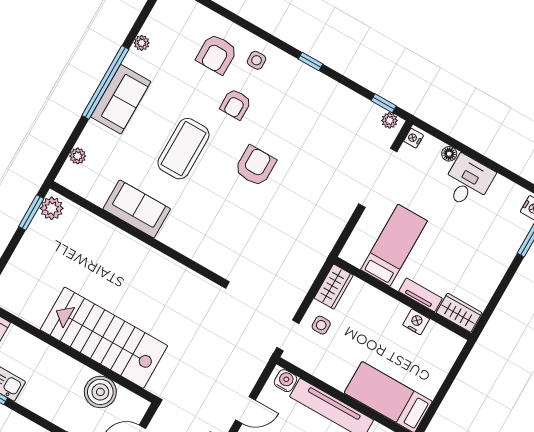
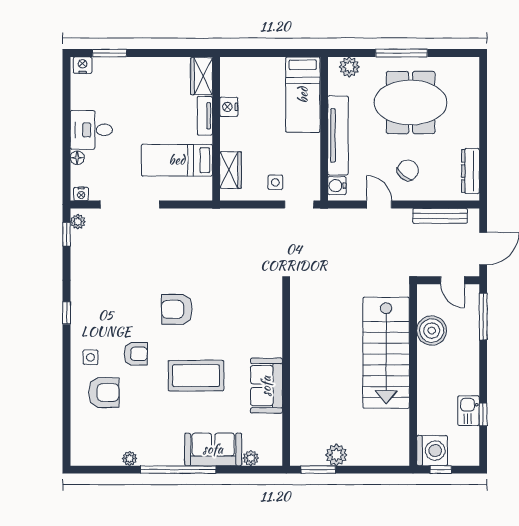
sofa: (121, 99) -> (213, 449), moved
plant: (52, 208) -> (336, 455), moved
wardrobe: (334, 287) -> (231, 170), moved, turned 90

